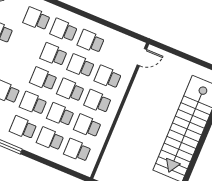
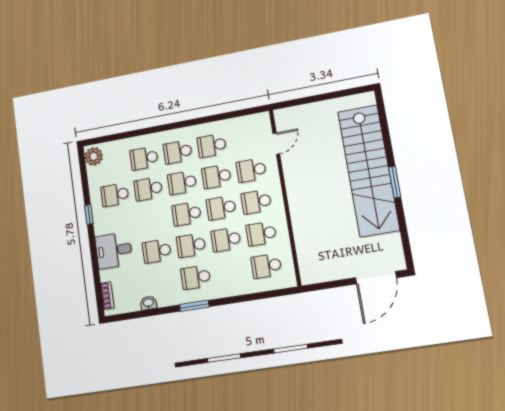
door: (142, 57) -> (276, 144), moved
school desk: (50, 139) -> (148, 189), moved
window: (199, 148) -> (395, 182), added

